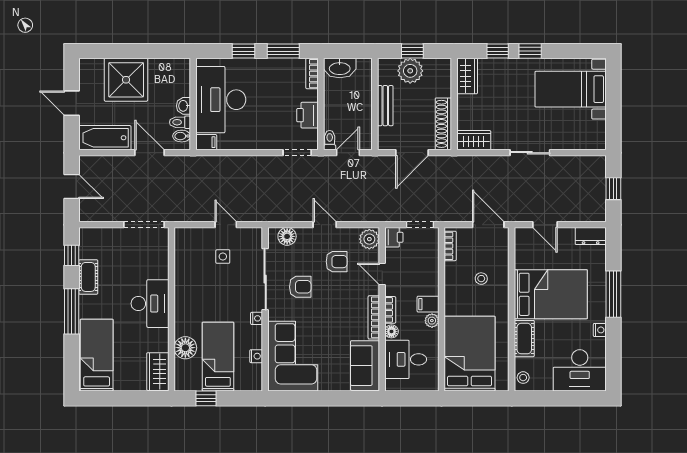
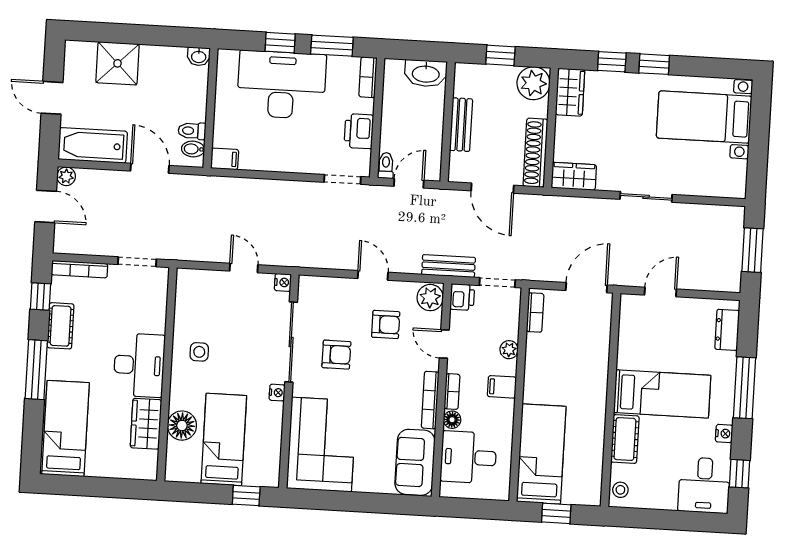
washbasin: (340, 68) -> (426, 73), moved
plant: (410, 71) -> (533, 83), moved
shower: (126, 80) -> (118, 63), width x0.73, depth x0.73
desk: (221, 100) -> (282, 85), moved, turned 90
washbasin: (184, 106) -> (199, 56), moved, turned -90
door: (412, 153) -> (492, 188), hinge flipped
plant: (86, 163) -> (66, 176), added
window: (613, 189) -> (752, 250), width x1.50
bench: (382, 214) -> (449, 266), added
doorway: (144, 225) -> (137, 262), width x0.73
door: (488, 225) -> (586, 288), hinge flipped
door: (545, 225) -> (660, 292), swing flipped
bookcase: (100, 233) -> (80, 269), added
floor lamp: (287, 236) -> (323, 288), removed
dresser: (591, 236) -> (727, 330), moved, turned 90
side table: (223, 257) -> (199, 352), moved
stool: (481, 279) -> (573, 358), removed
bed: (551, 294) -> (662, 394), width x0.67
plant: (432, 321) -> (509, 350), moved
bed: (469, 354) -> (541, 454), width x0.67
nightstand: (256, 356) -> (283, 282), moved
window: (613, 360) -> (740, 474), added
desk: (580, 370) -> (704, 485), width x0.73
wardrobe: (158, 372) -> (146, 424), moved
window: (206, 398) -> (246, 495), moved
window: (475, 398) -> (556, 513), added

